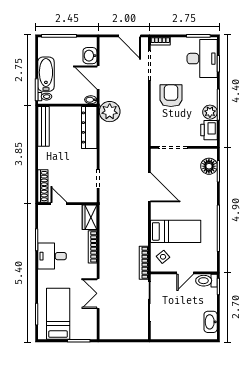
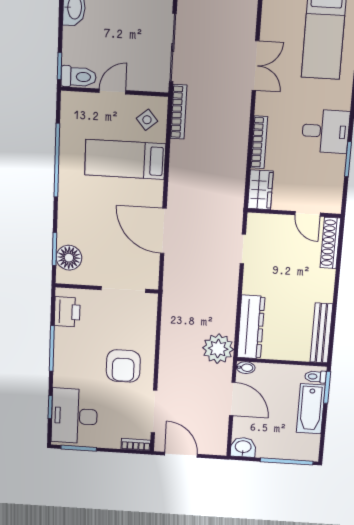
washbasin: (90, 56) -> (243, 447), moved, turned -90
plant: (210, 112) -> (65, 338), removed

